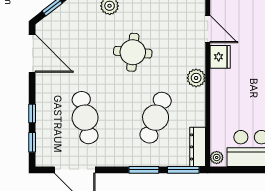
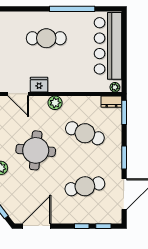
door: (208, 29) -> (18, 94), swing flipped
round table: (133, 52) -> (36, 150), width x1.36, depth x1.36
dresser: (198, 147) -> (111, 102), width x0.70
window: (144, 170) -> (124, 158), moved

